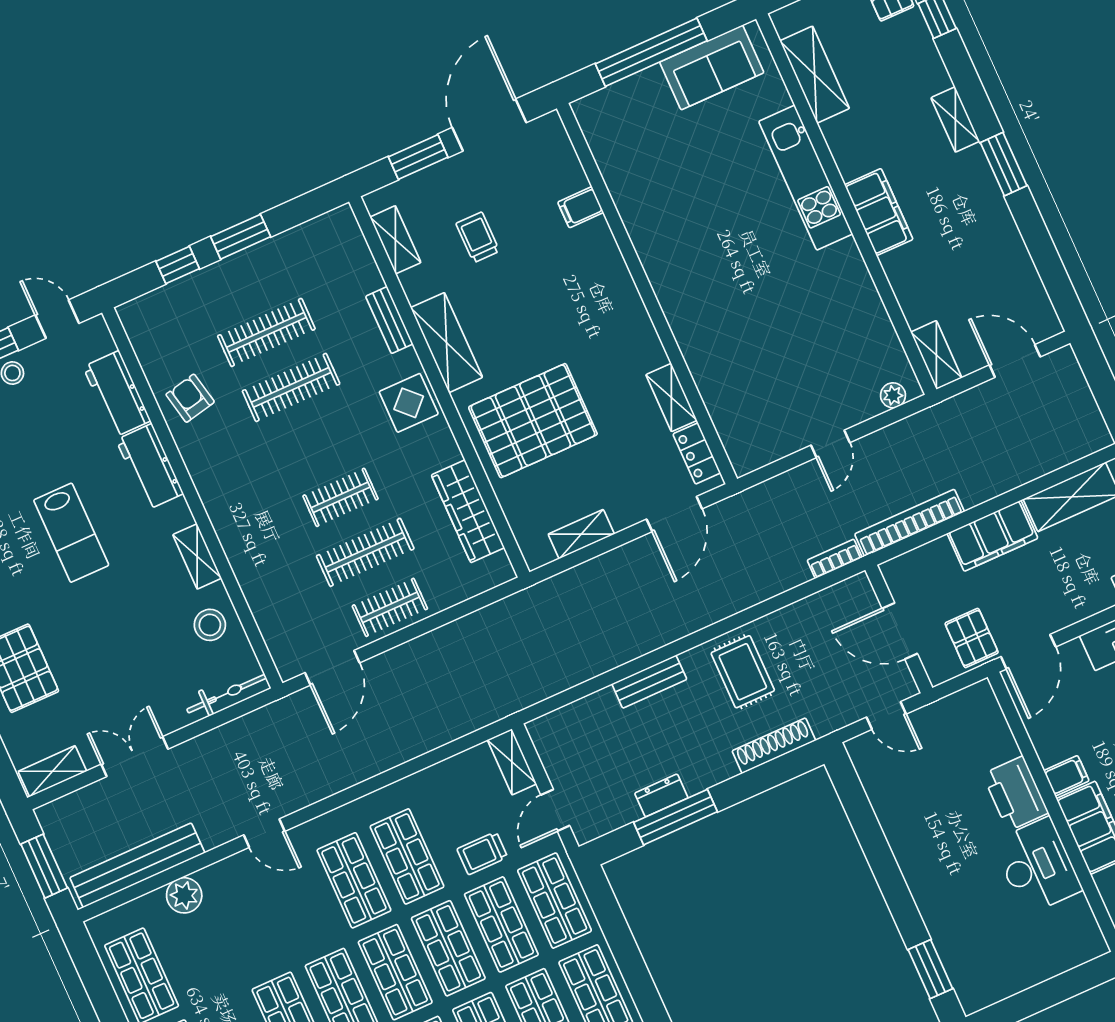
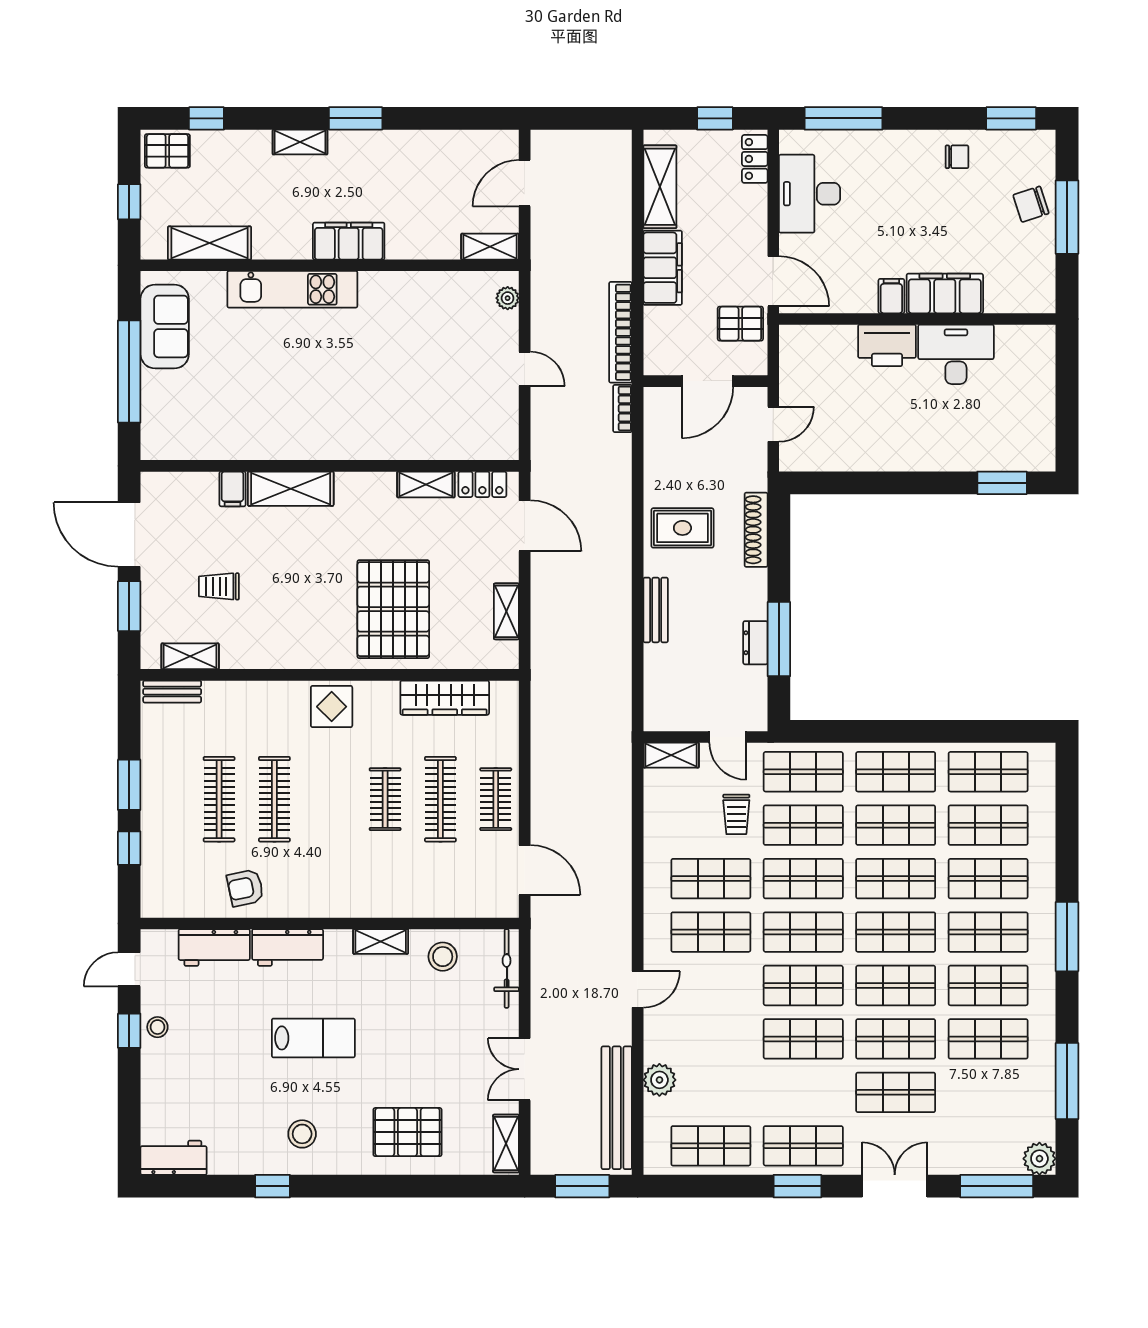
bench: (389, 320) -> (172, 692), moved
shelving: (447, 343) -> (291, 489), moved

